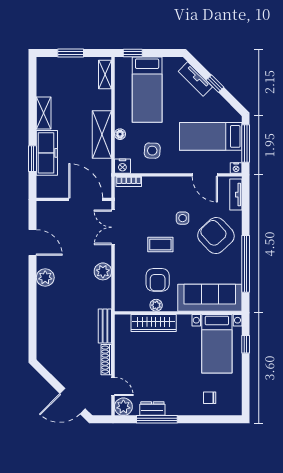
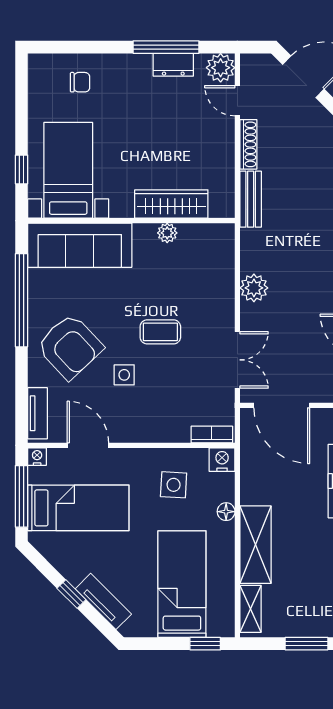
shelving: (102, 135) -> (255, 545), moved
armchair: (158, 280) -> (165, 274), removed

